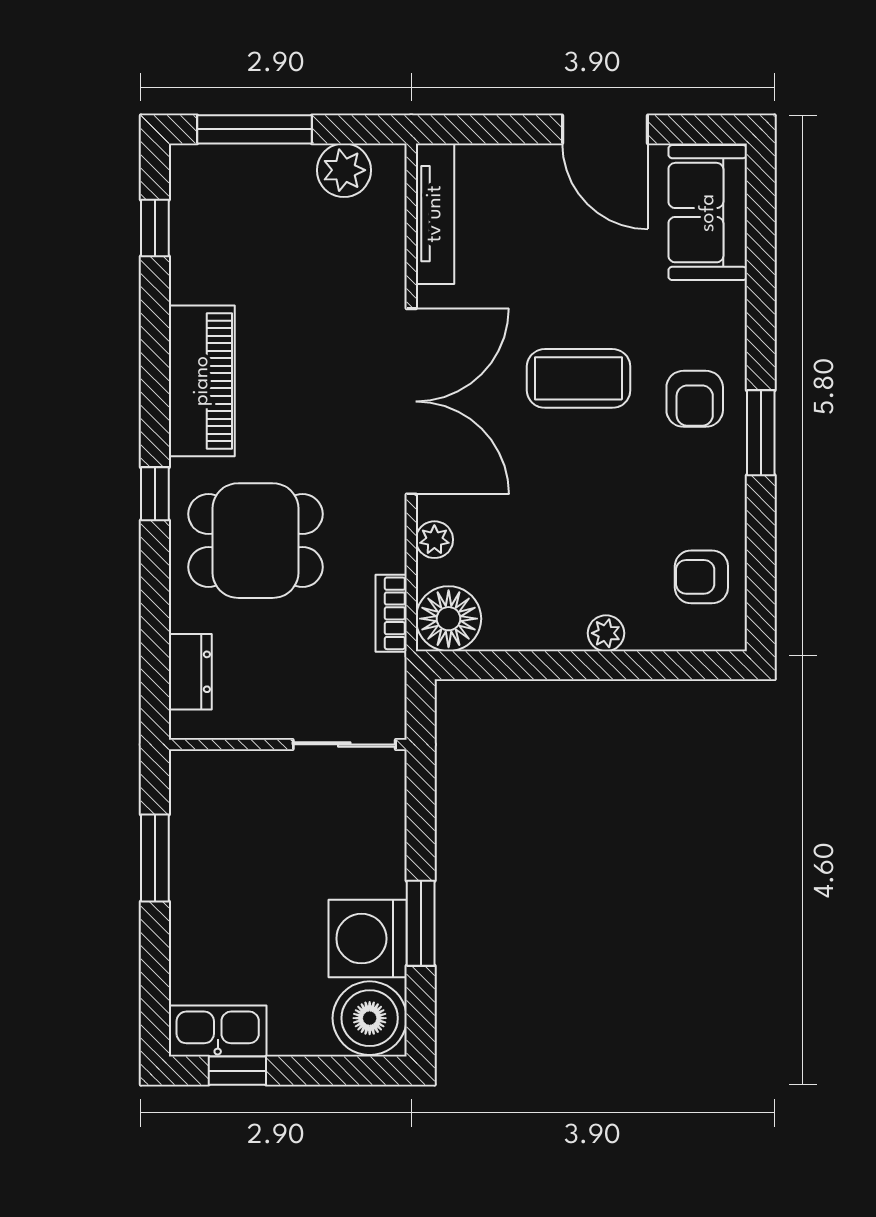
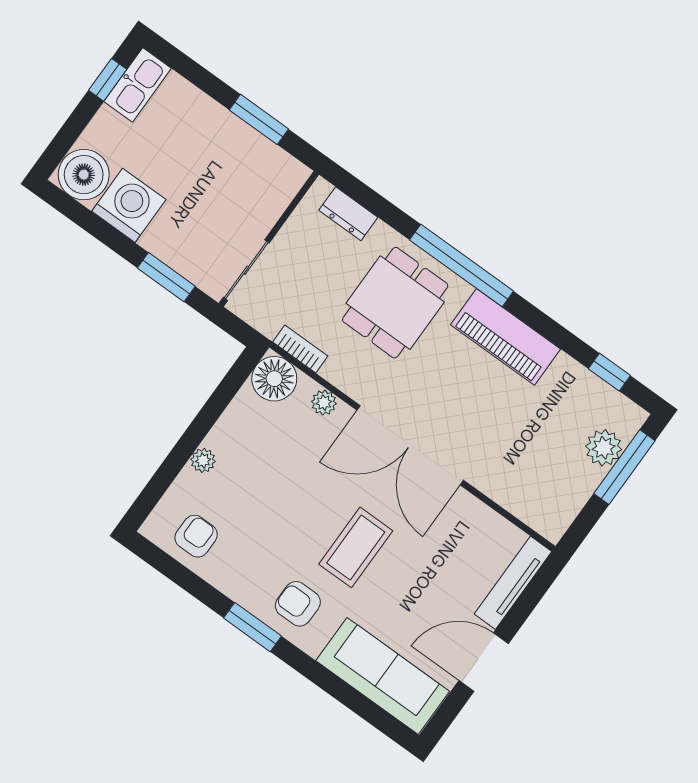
plant: (344, 170) -> (604, 448), moved
sofa: (708, 213) -> (383, 676), width x1.36
tv unit: (435, 214) -> (513, 583), moved, turned 90
window: (155, 494) -> (462, 265), width x3.17
window: (421, 923) -> (166, 277), moved

